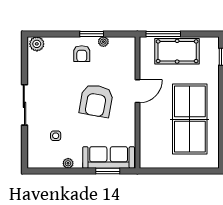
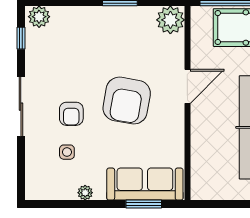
plant: (103, 42) -> (170, 20), moved, width x1.88, depth x1.88
armchair: (82, 54) -> (71, 114), moved
window: (24, 58) -> (21, 38), added

